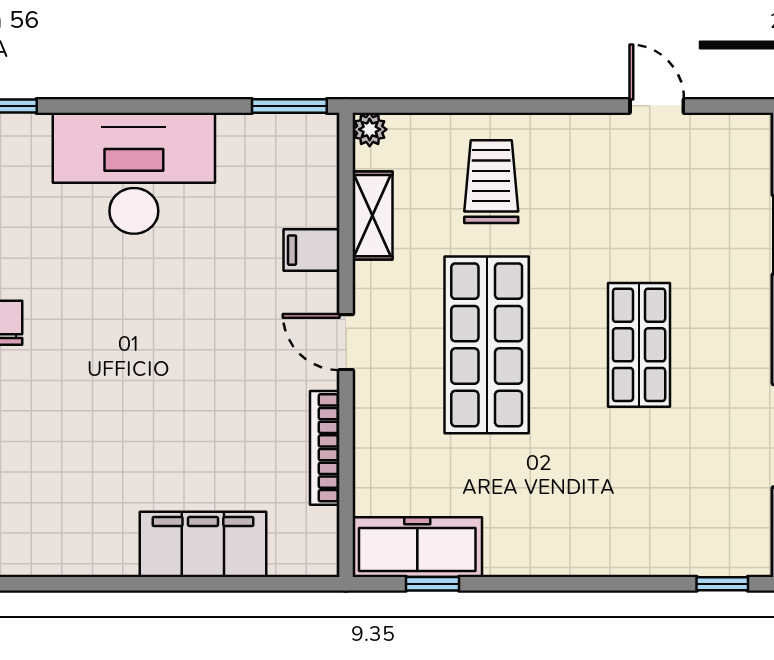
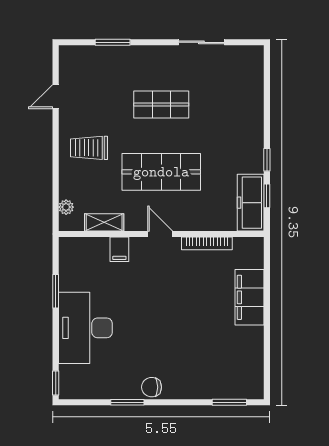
window: (289, 106) -> (56, 291), moved
plant: (370, 129) -> (66, 207), moved
trolley: (491, 182) -> (89, 148), moved
door: (346, 342) -> (160, 234), swing flipped
window: (722, 584) -> (267, 160), moved

